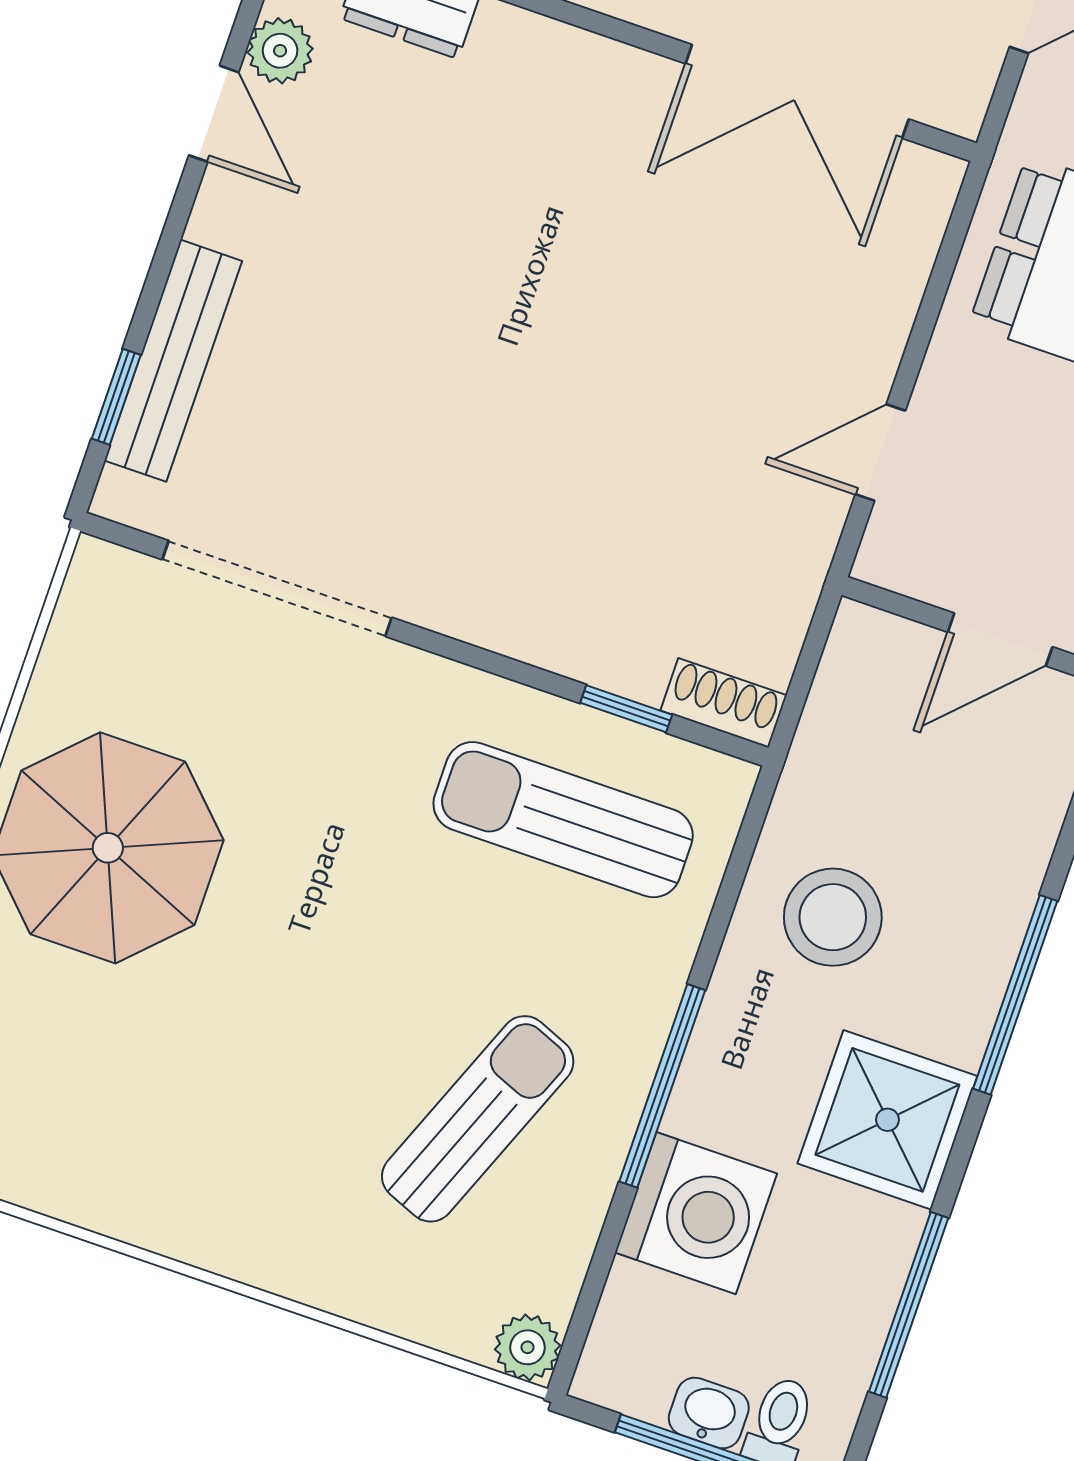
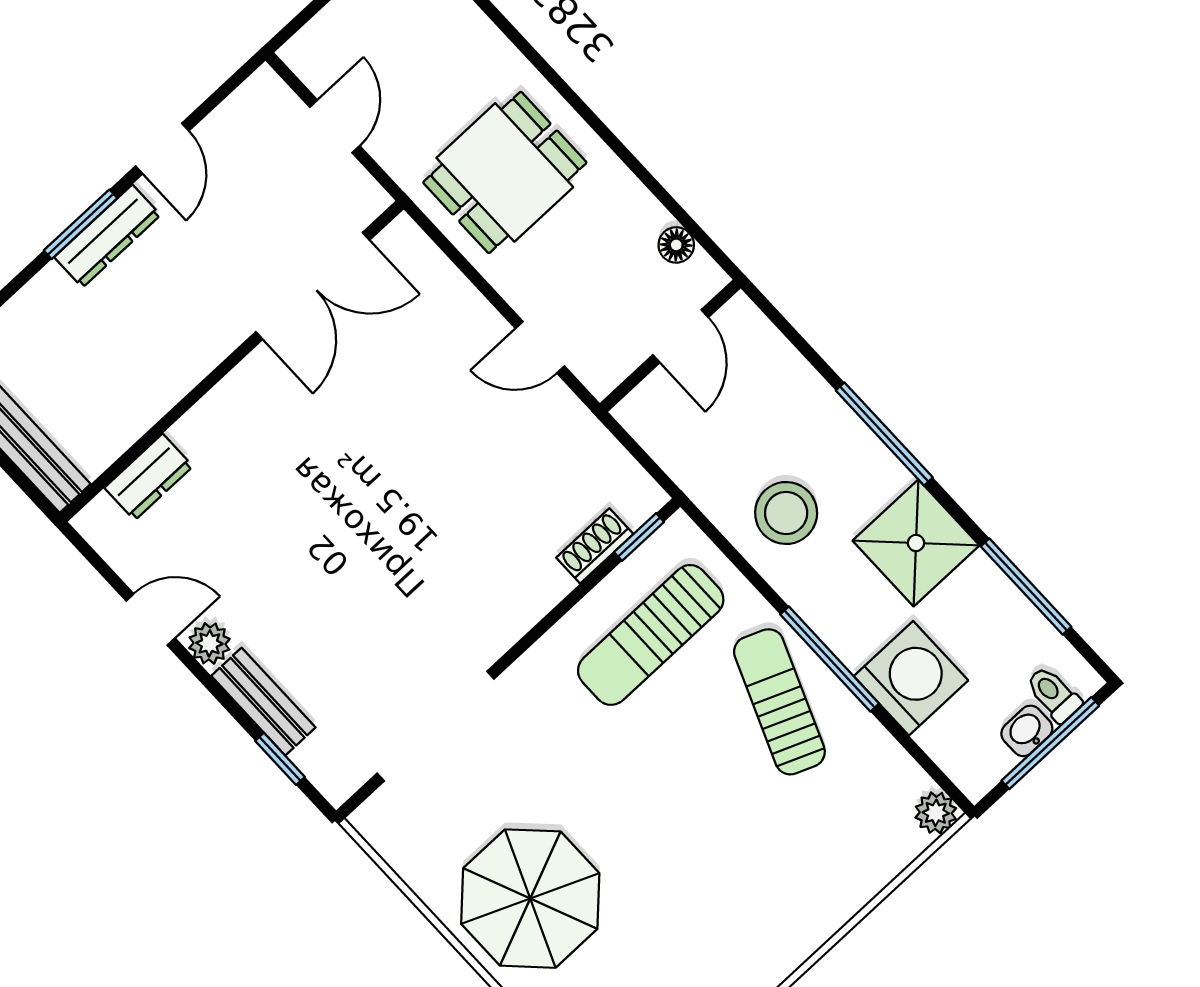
plant: (280, 51) -> (209, 643), moved
bench: (173, 361) -> (263, 702), width x0.73
door: (880, 452) -> (540, 347), hinge flipped
shoe rack: (724, 703) -> (595, 546), moved
window: (626, 709) -> (639, 537), moved
sun lounger: (478, 1119) -> (779, 702), moved

